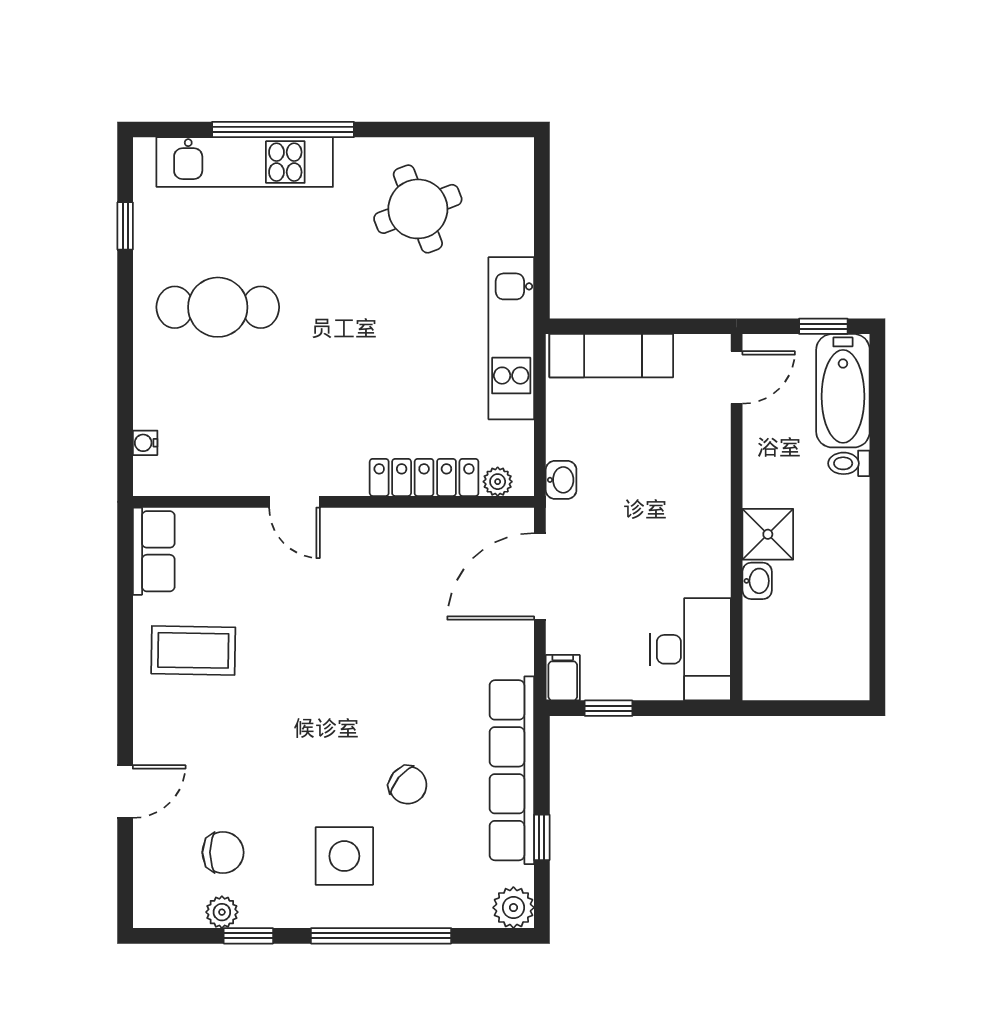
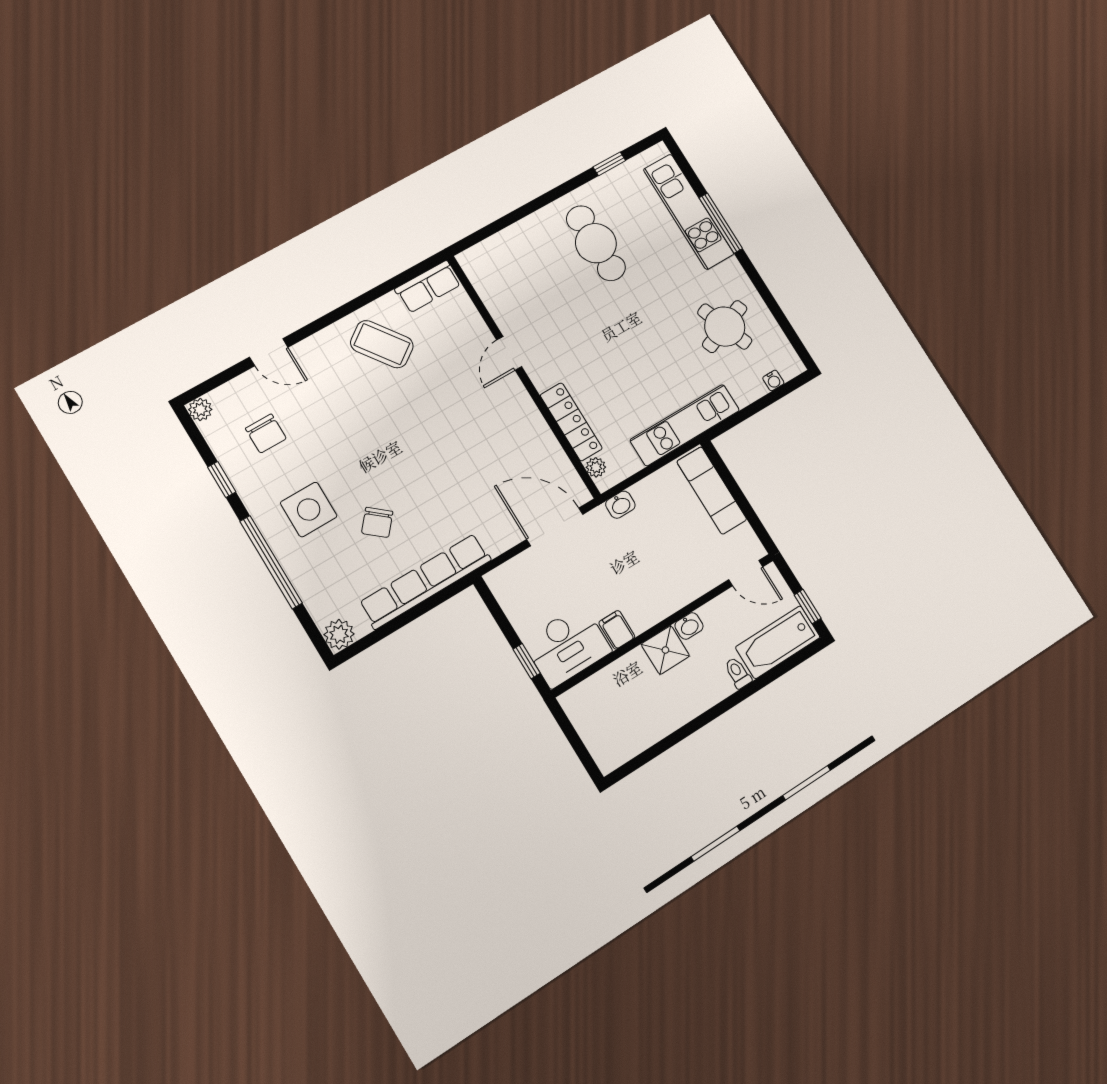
window: (283, 129) -> (721, 223), width x0.68
water cooler: (145, 443) -> (773, 380), moved, turned 180
washbasin: (757, 581) -> (689, 626), moved
coffee table: (193, 650) -> (382, 344), turned -37
filing cabinet: (563, 678) -> (617, 630), moved, turned -90
window: (609, 708) -> (527, 661), moved
window: (542, 837) -> (394, 625), removed
plant: (222, 912) -> (200, 409), moved

